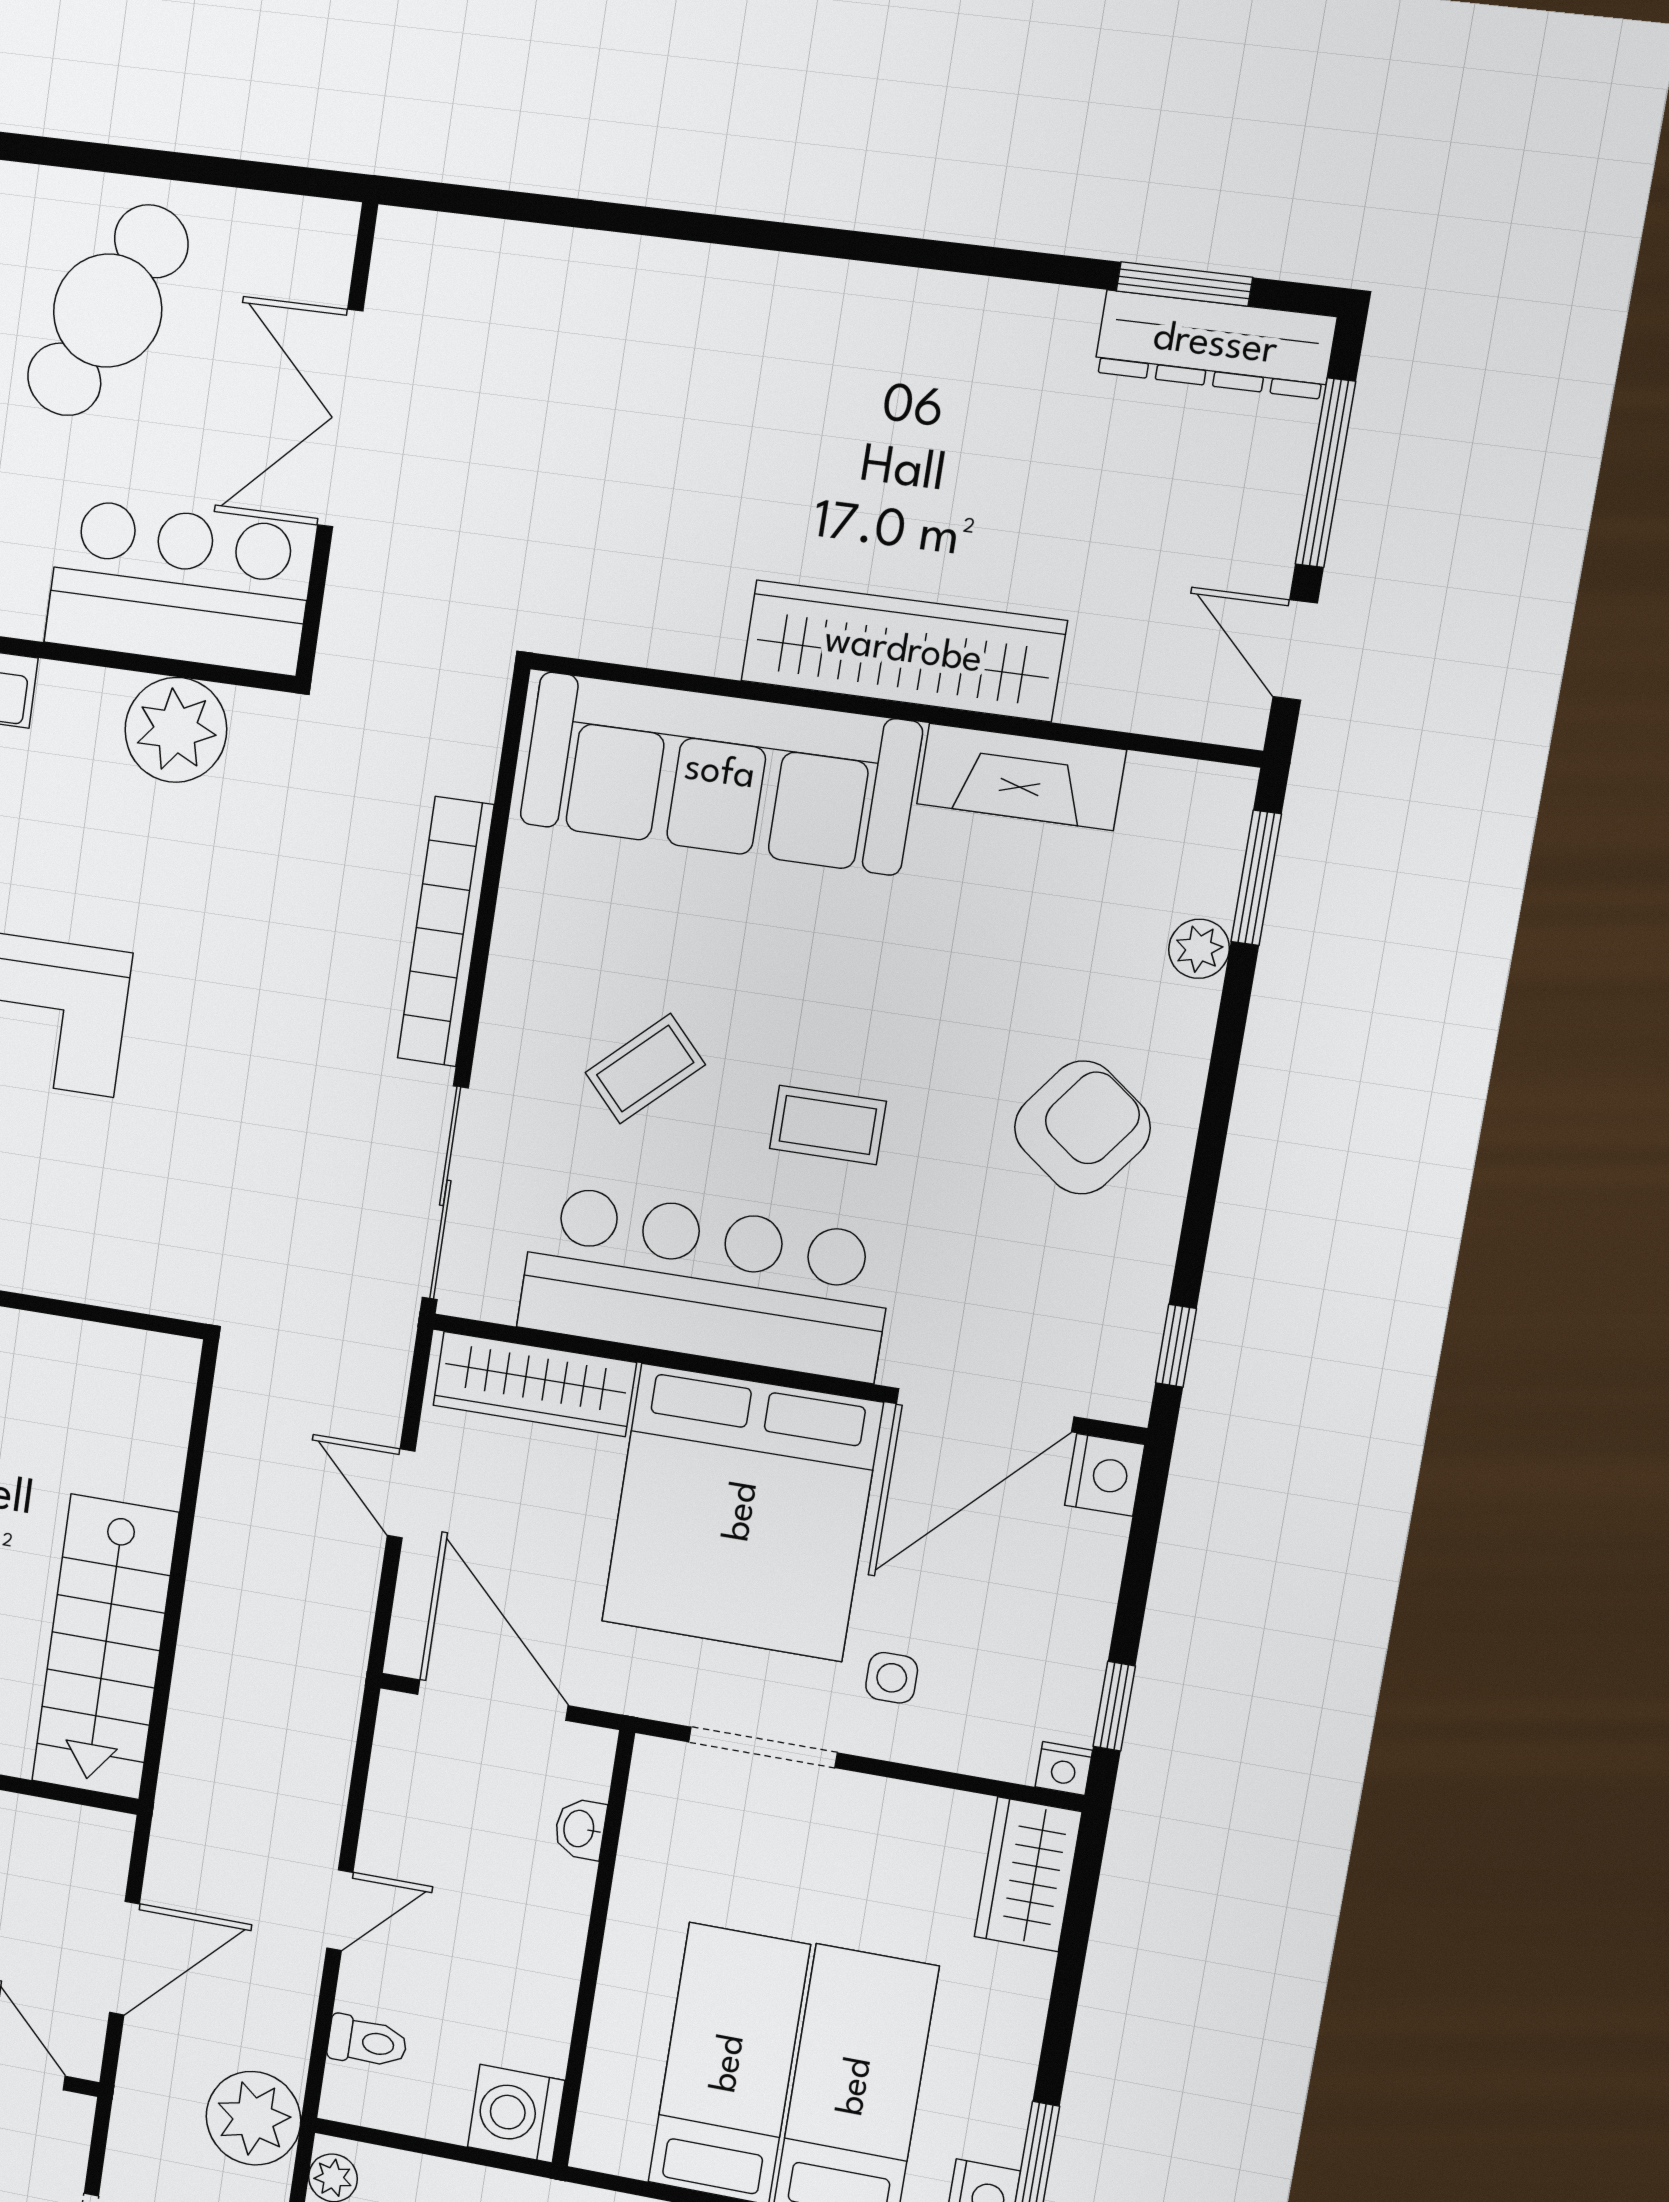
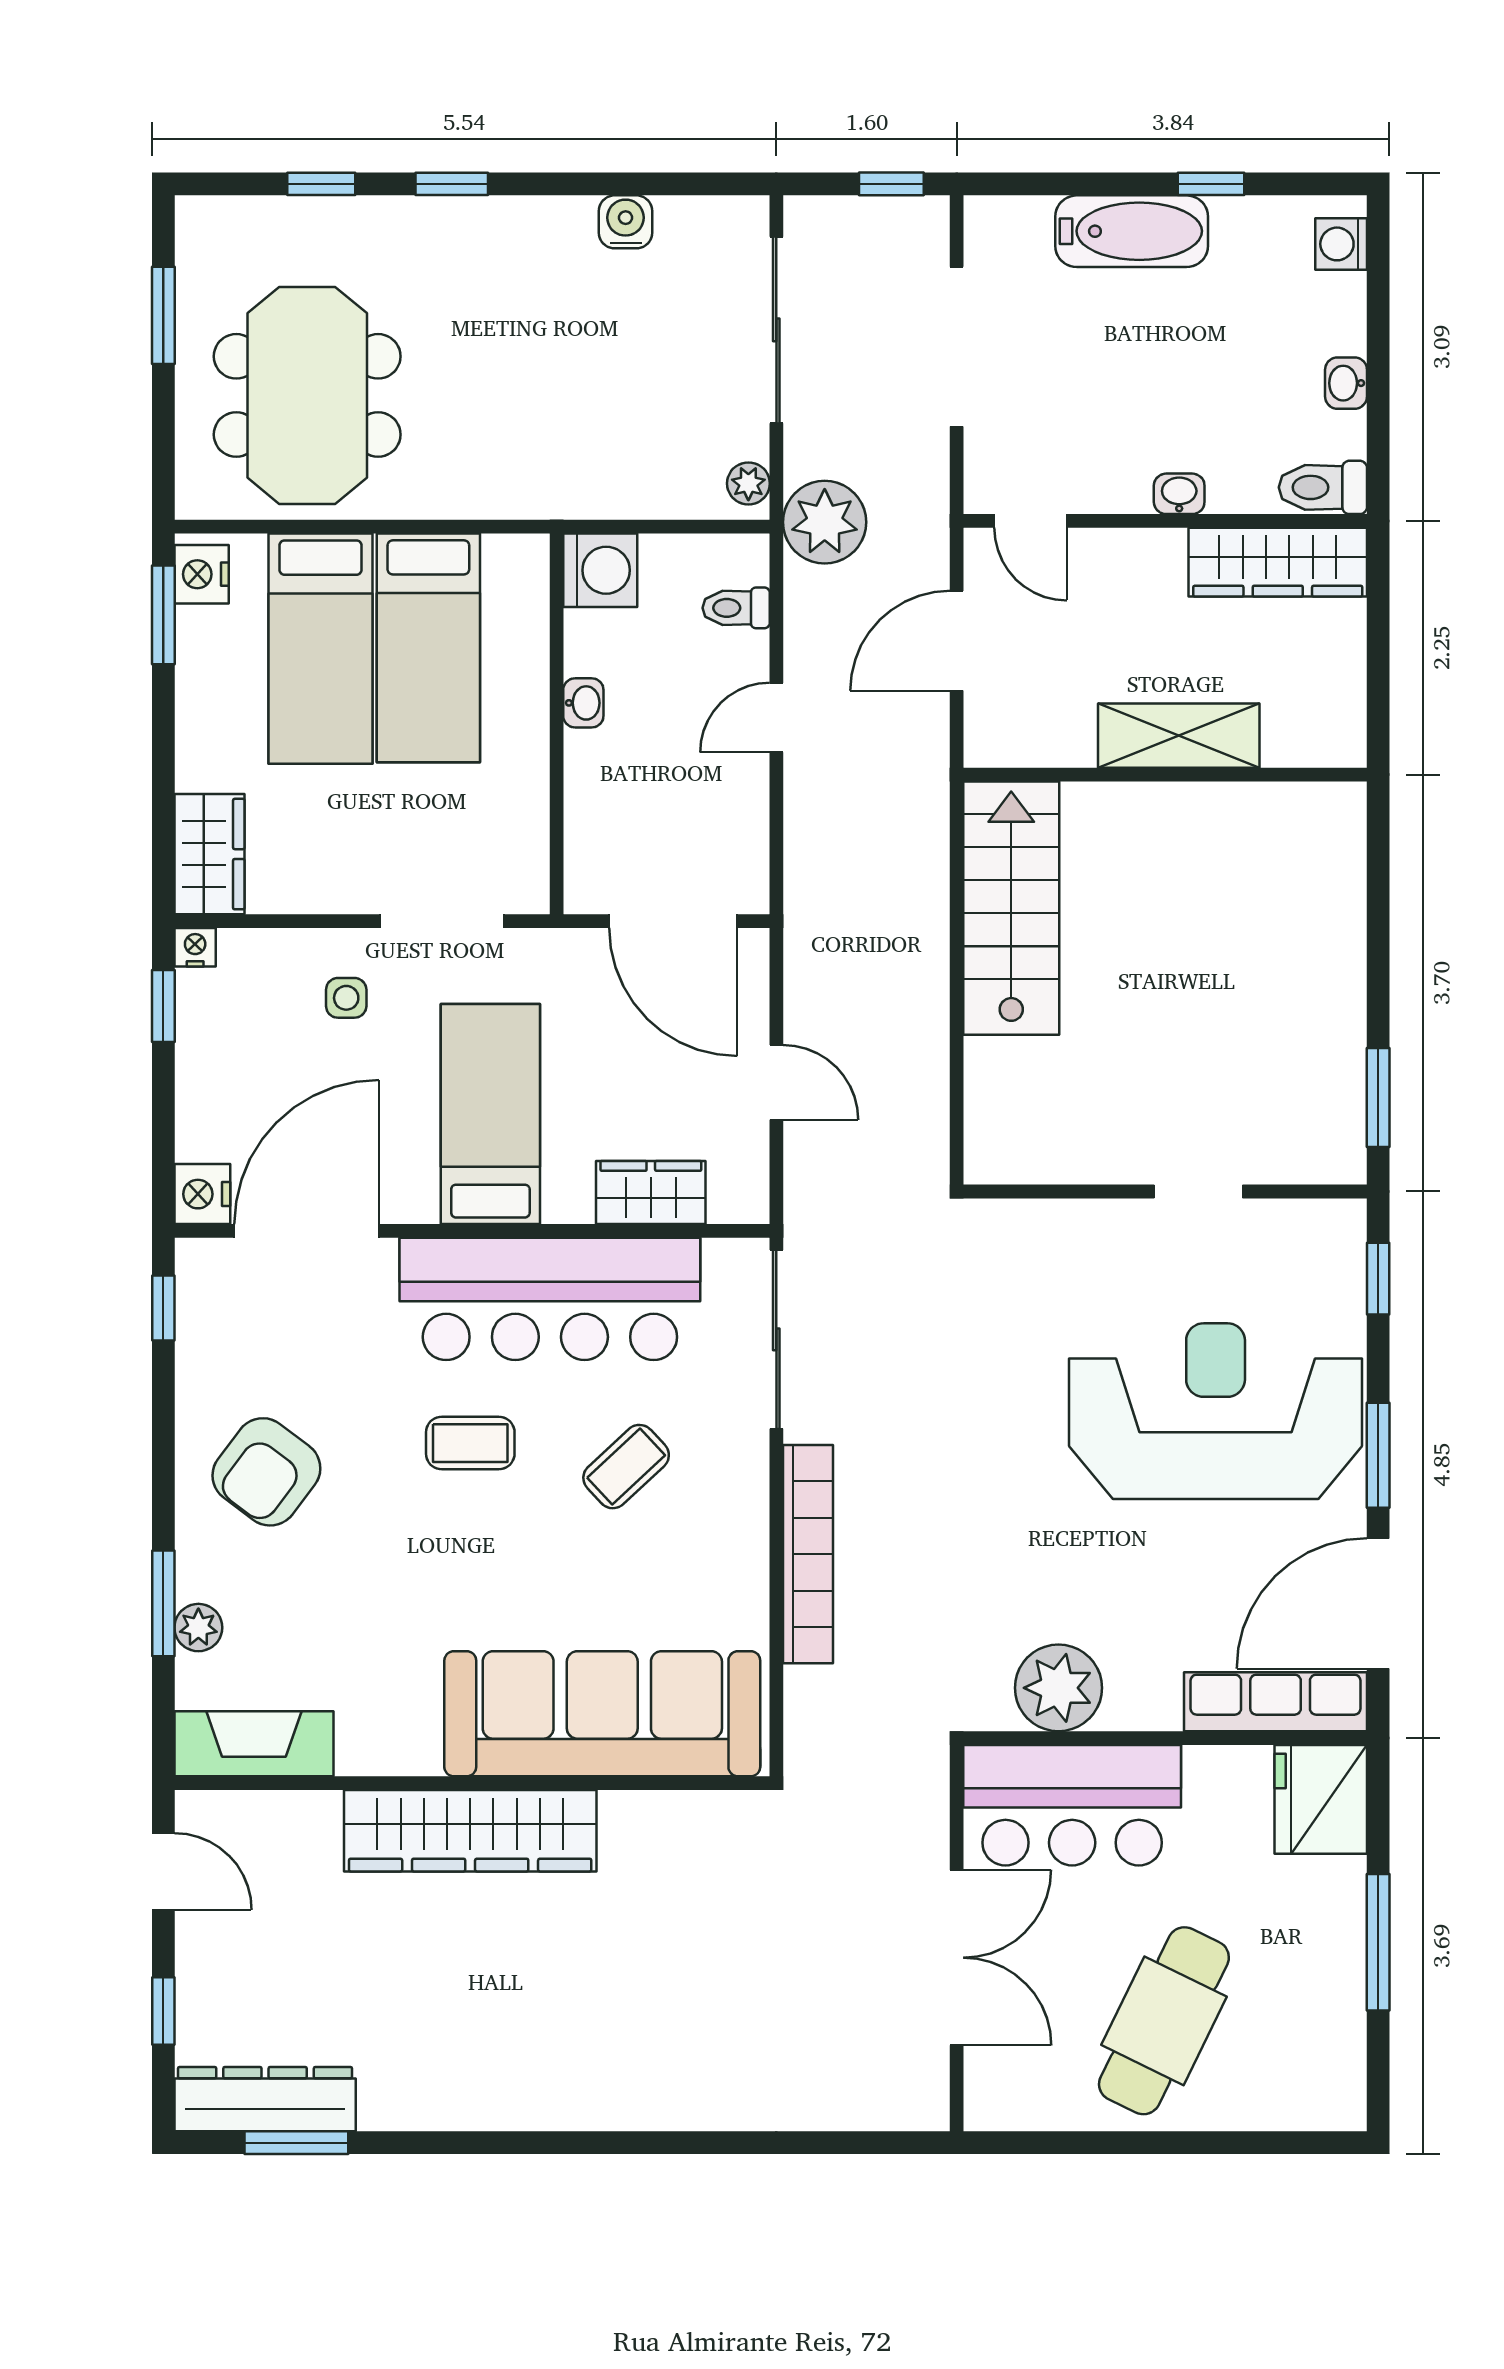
window: (1325, 473) -> (163, 2011), width x0.46
fireplace: (1021, 777) -> (254, 1744), moved
window: (1256, 878) -> (163, 1603), moved
wardrobe: (534, 1384) -> (651, 1192), width x0.67
bed: (742, 1512) -> (490, 1114), width x0.49
washbasin: (580, 1829) -> (583, 703), moved

